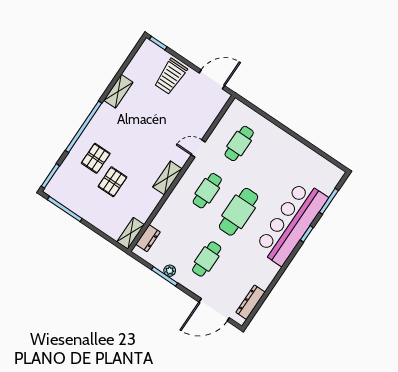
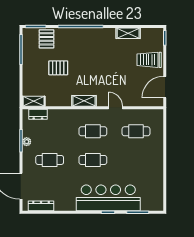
door: (212, 79) -> (165, 87), swing flipped
shelving: (118, 91) -> (128, 33), moved
pallet: (96, 158) -> (47, 39), moved, turned 90
cafe table: (239, 212) -> (93, 160), width x0.73, depth x0.74

